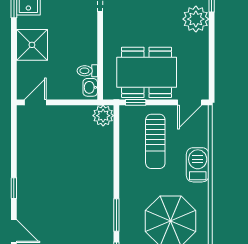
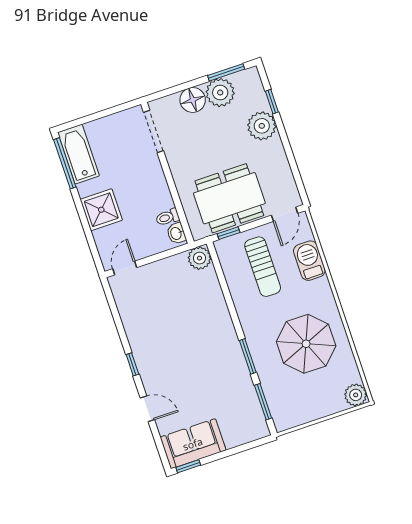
barbecue: (198, 165) -> (309, 261), moved

